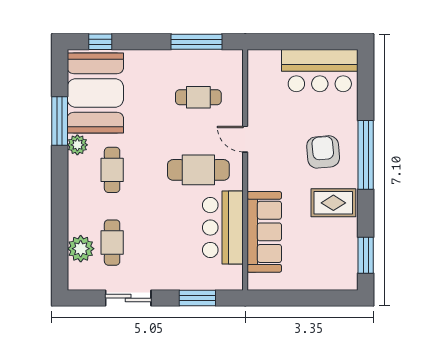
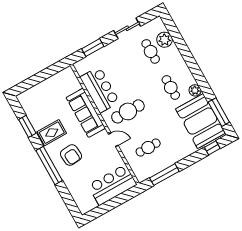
bar counter: (320, 71) -> (112, 185), moved
window: (60, 121) -> (219, 112), moved
sofa: (264, 232) -> (86, 113), moved
window: (366, 255) -> (27, 126), moved

